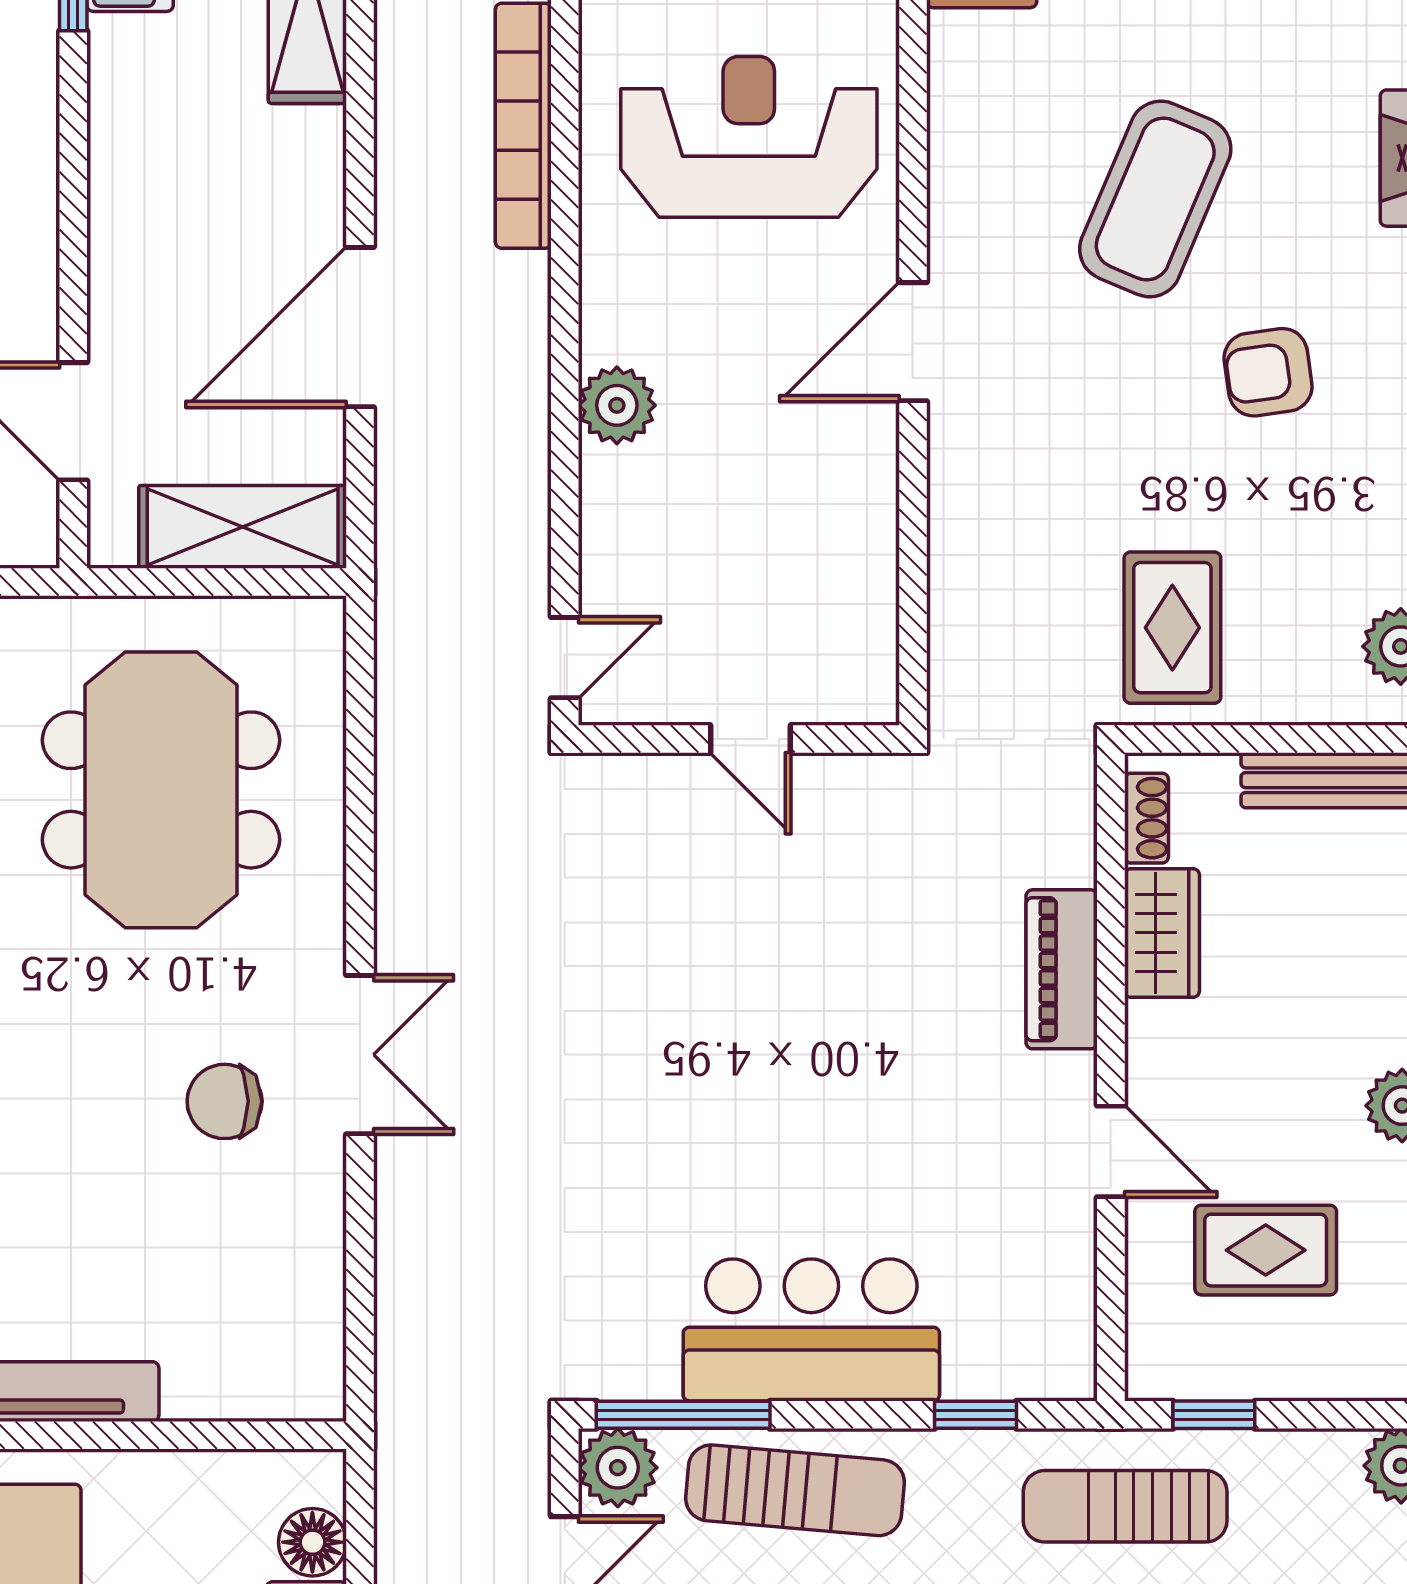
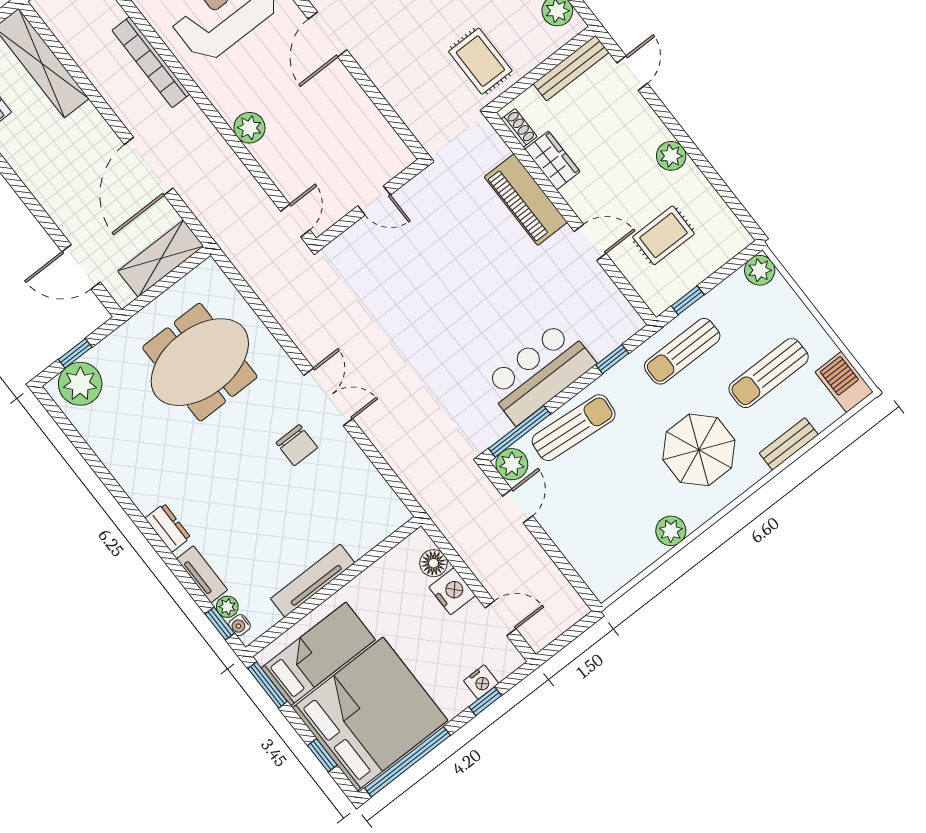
meeting table: (161, 790) -> (200, 362), turned 90
piano: (1062, 969) -> (526, 200), width x1.37, depth x1.33
chair: (225, 1101) -> (297, 445), turned -90

